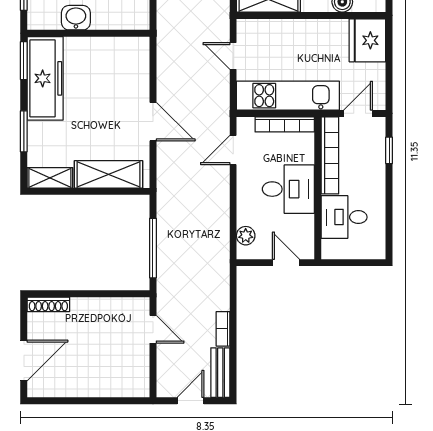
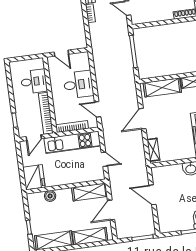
shelving: (140, 62) -> (153, 150), added
door: (153, 122) -> (142, 119), hinge flipped
door: (233, 150) -> (98, 109), swing flipped
desk: (288, 189) -> (78, 85), moved, turned 180
plant: (246, 236) -> (85, 65), removed

